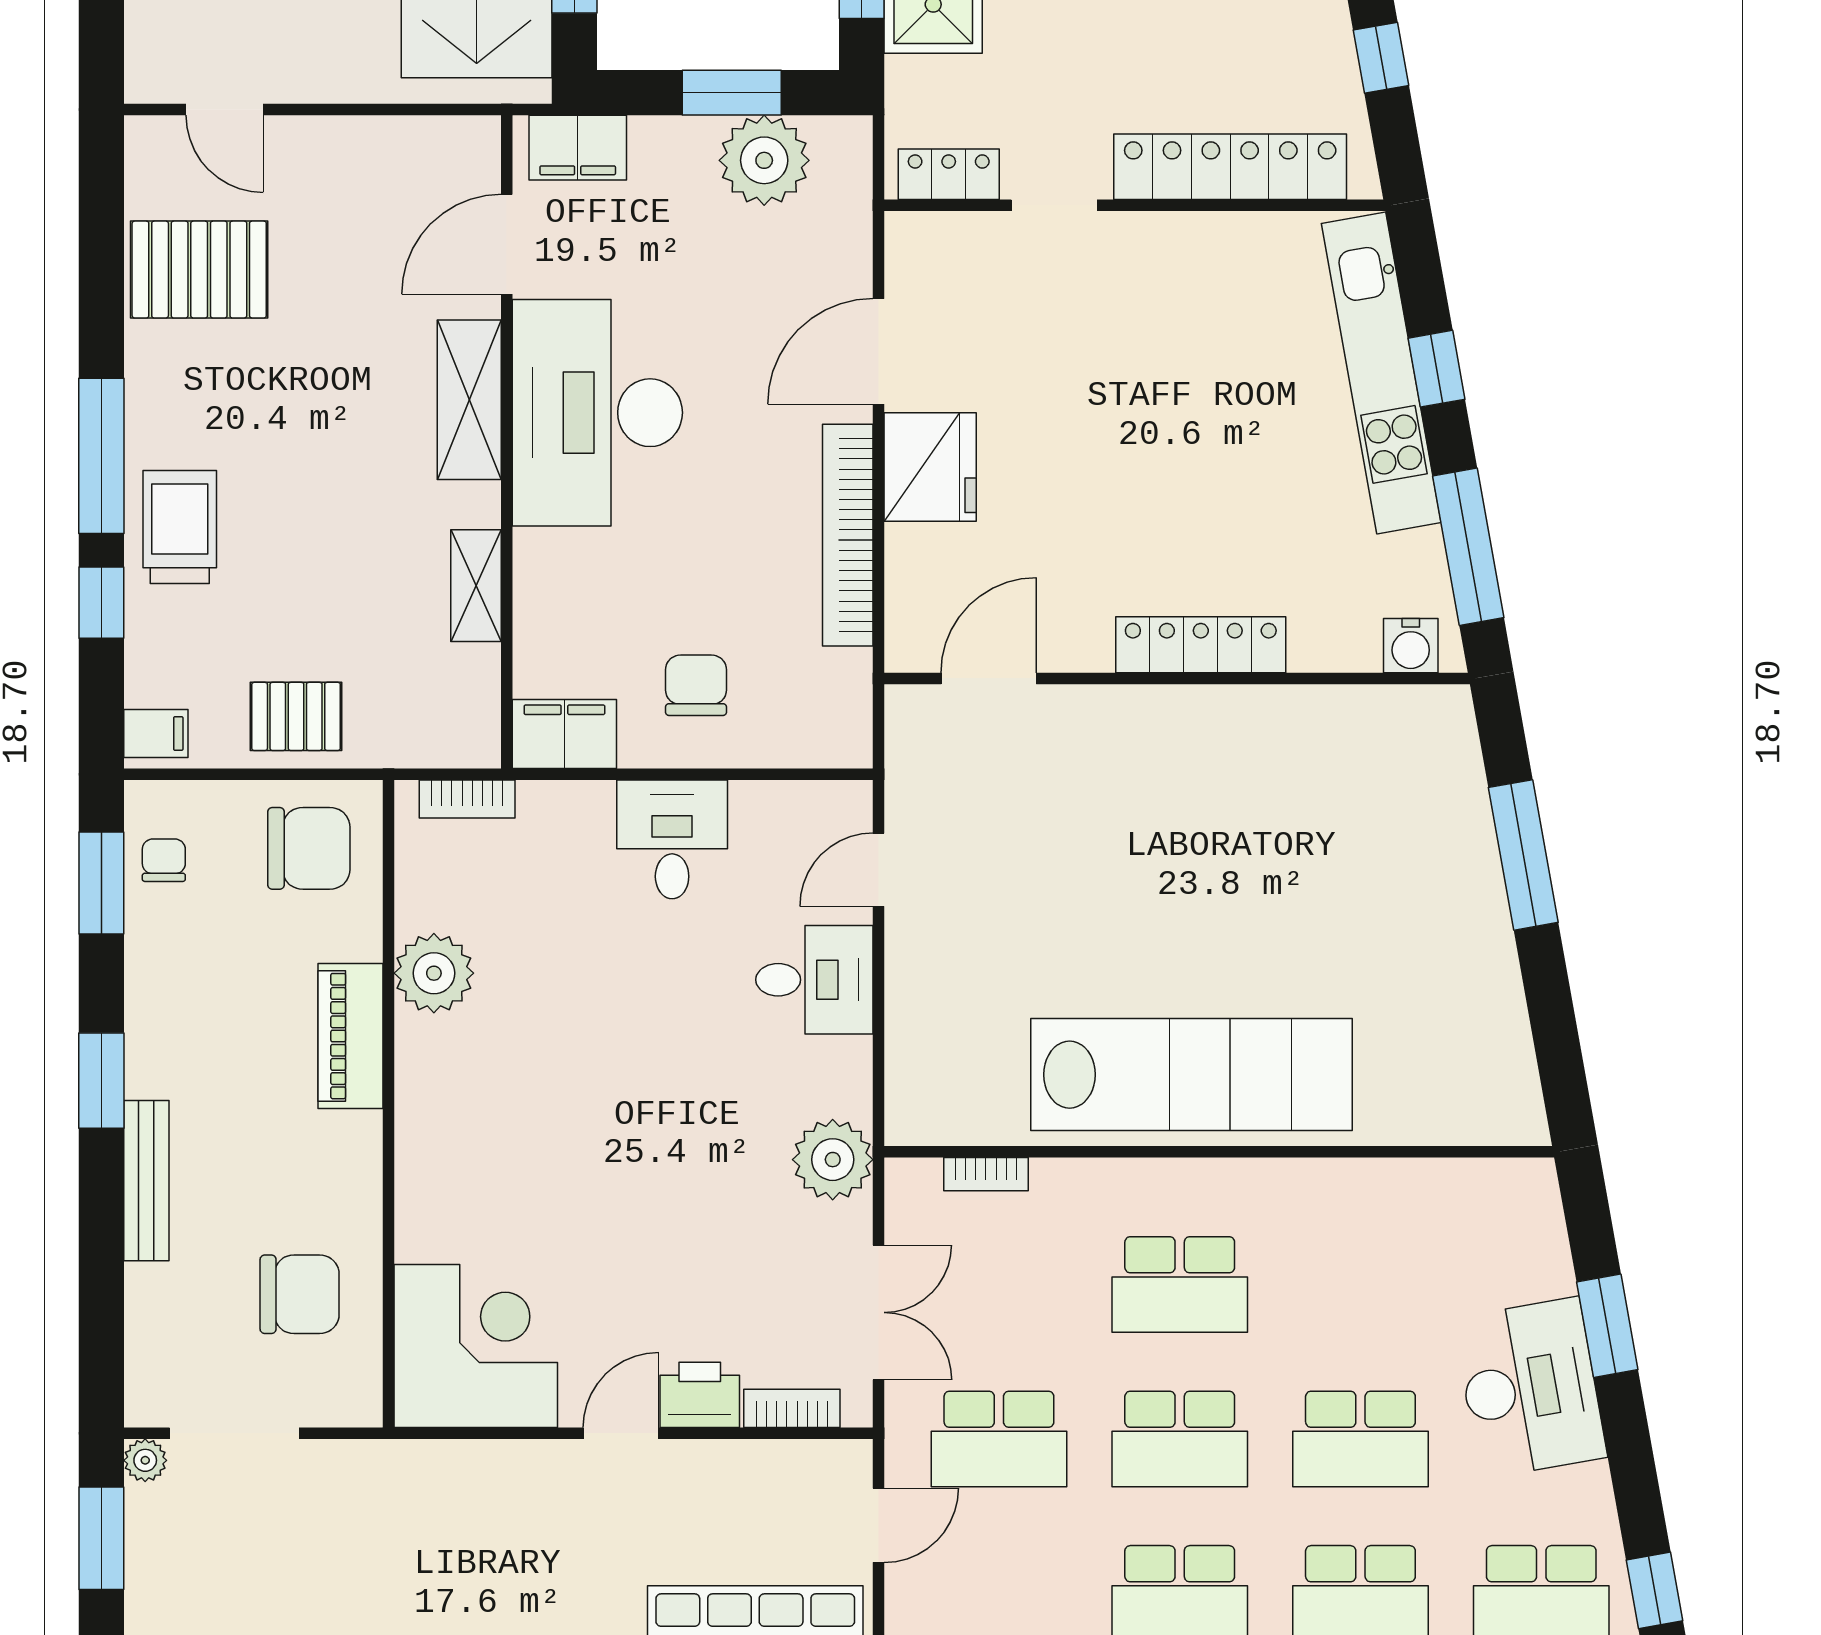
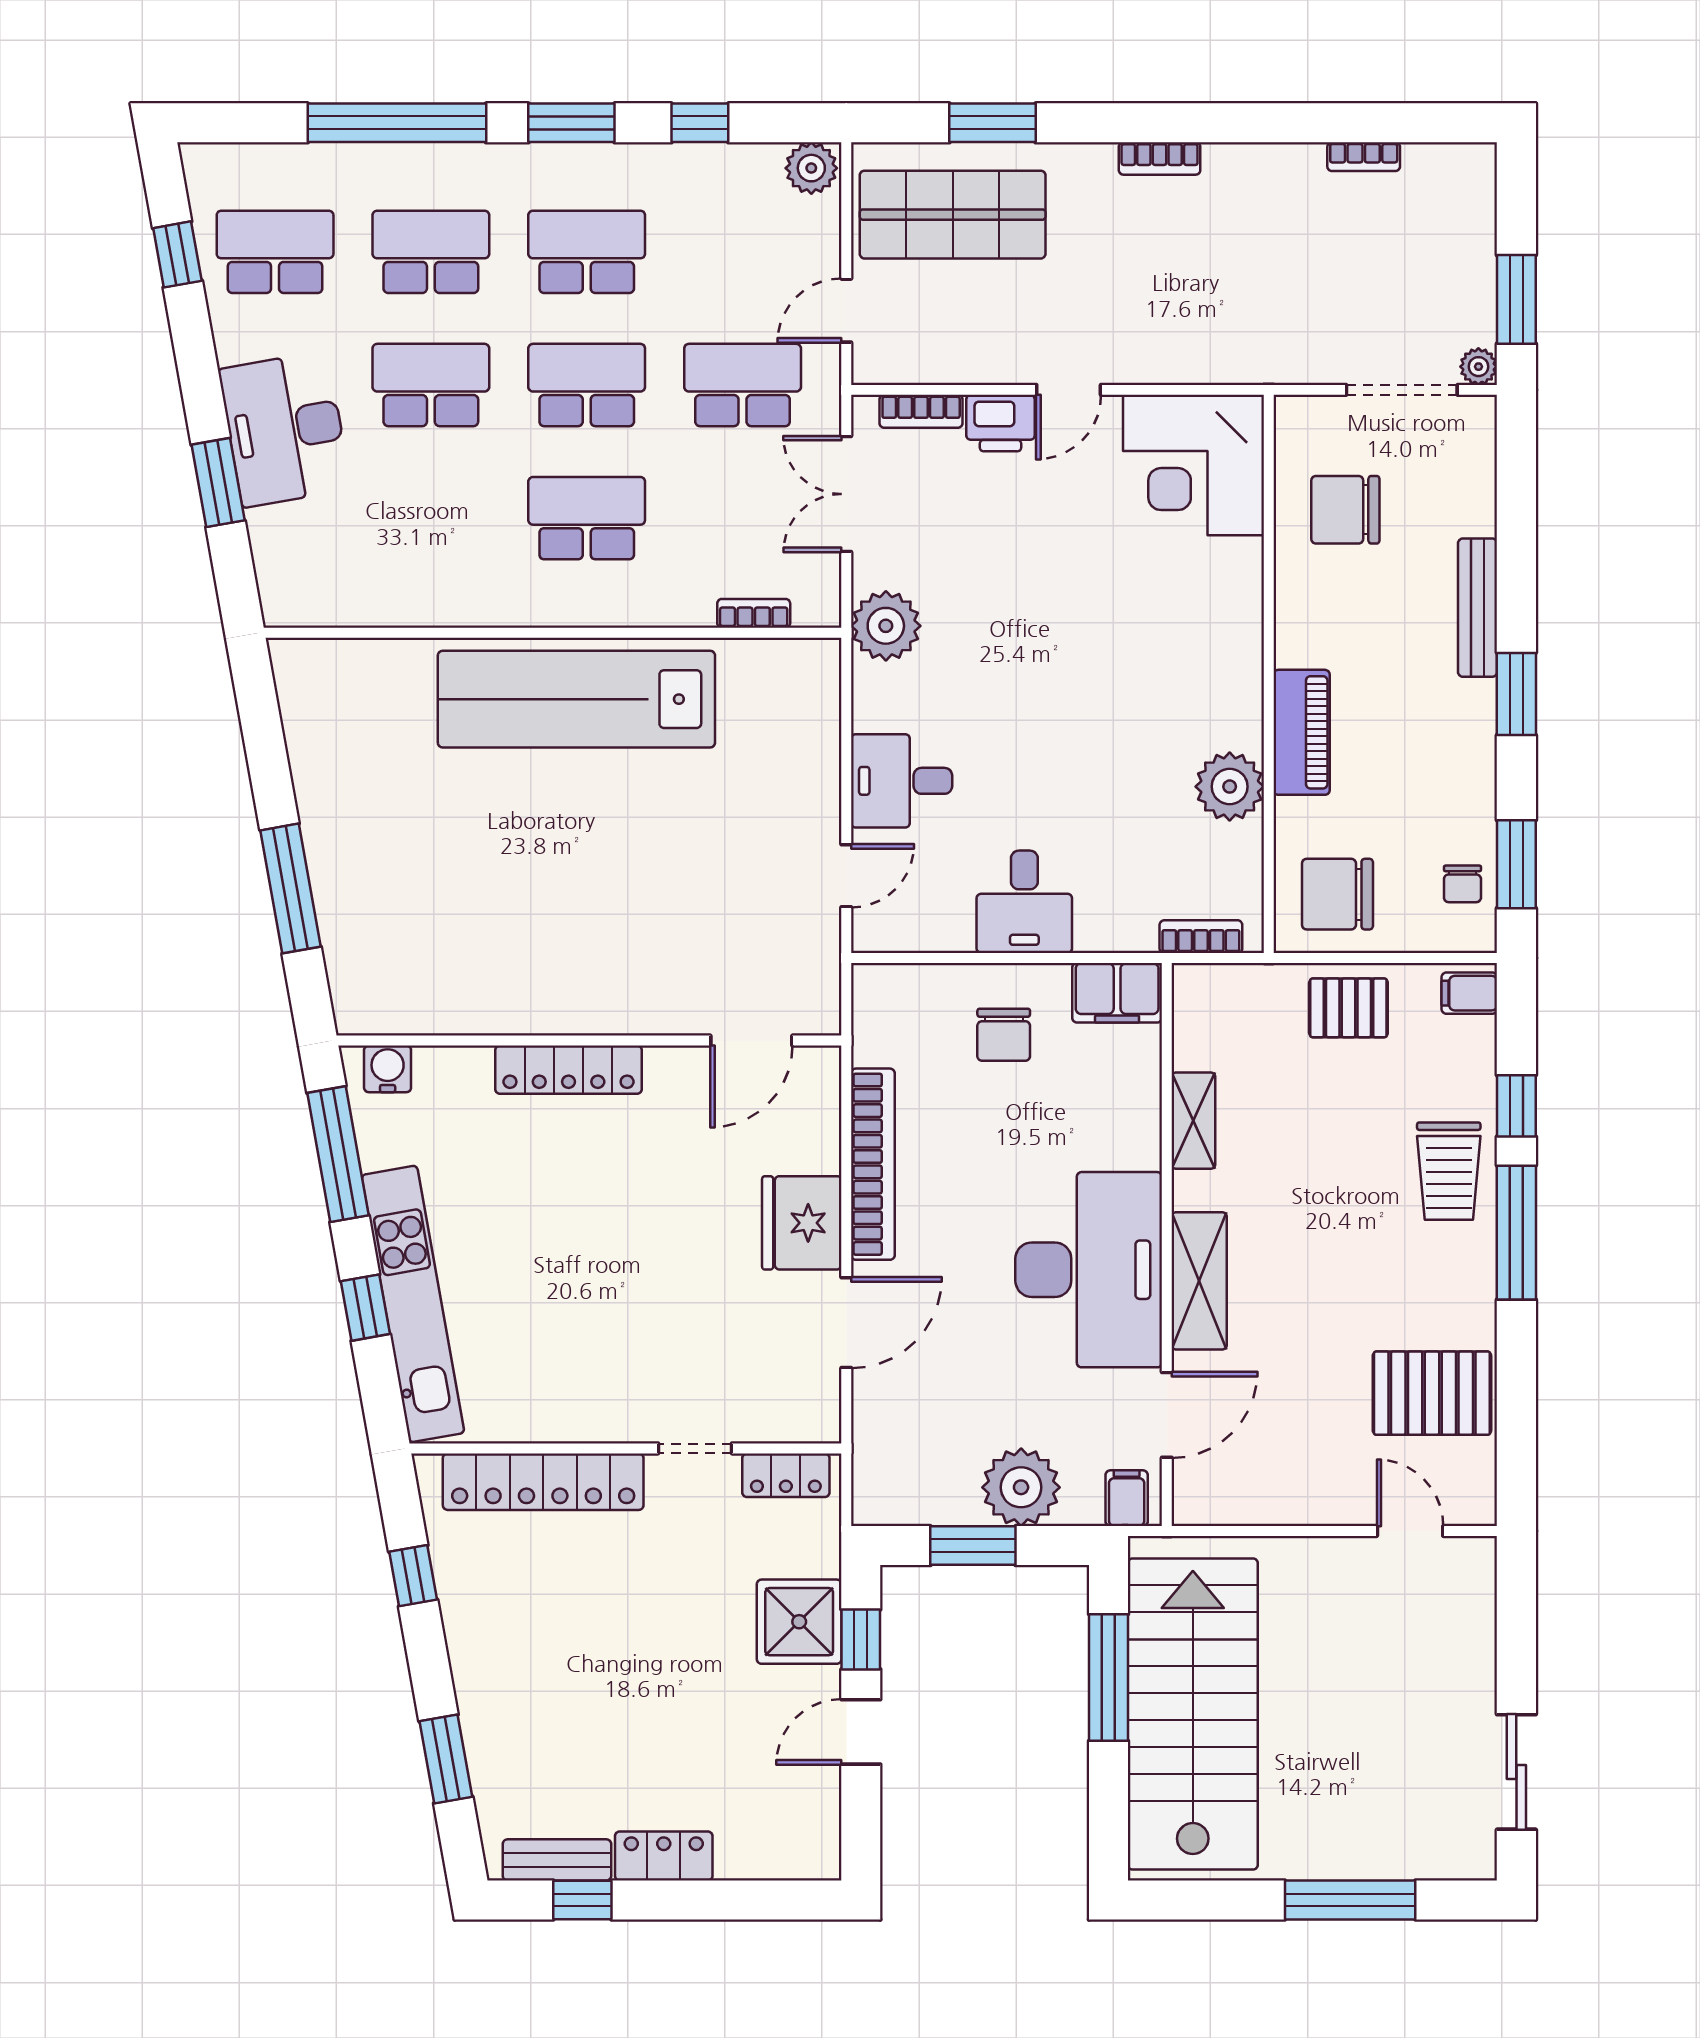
filing cabinet: (578, 148) -> (1127, 1498), width x0.50
plant: (764, 160) -> (1021, 1487), moved

